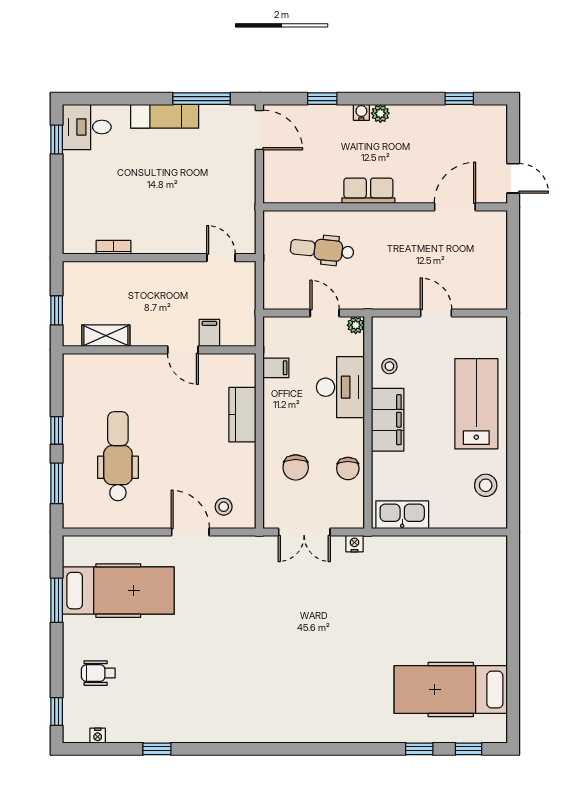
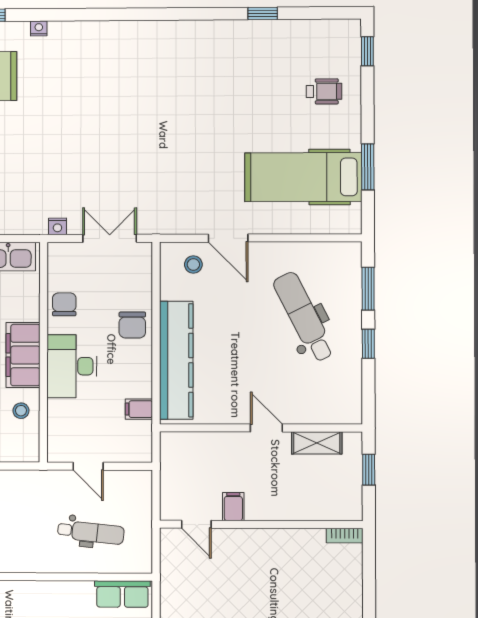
row of seats: (368, 191) -> (122, 594), moved
bookcase: (114, 247) -> (345, 536), moved
plant: (356, 325) -> (56, 453), removed
filing cabinet: (209, 333) -> (233, 507), moved, turned 180
door: (183, 350) -> (266, 428), moved
desk: (340, 387) -> (72, 366), moved
kitchen counter: (242, 415) -> (176, 360), width x2.08, depth x1.17
dental chair: (118, 456) -> (304, 317), turned 153
chair: (296, 467) -> (132, 325), moved, turned 180
nightstand: (98, 736) -> (39, 28), moved

